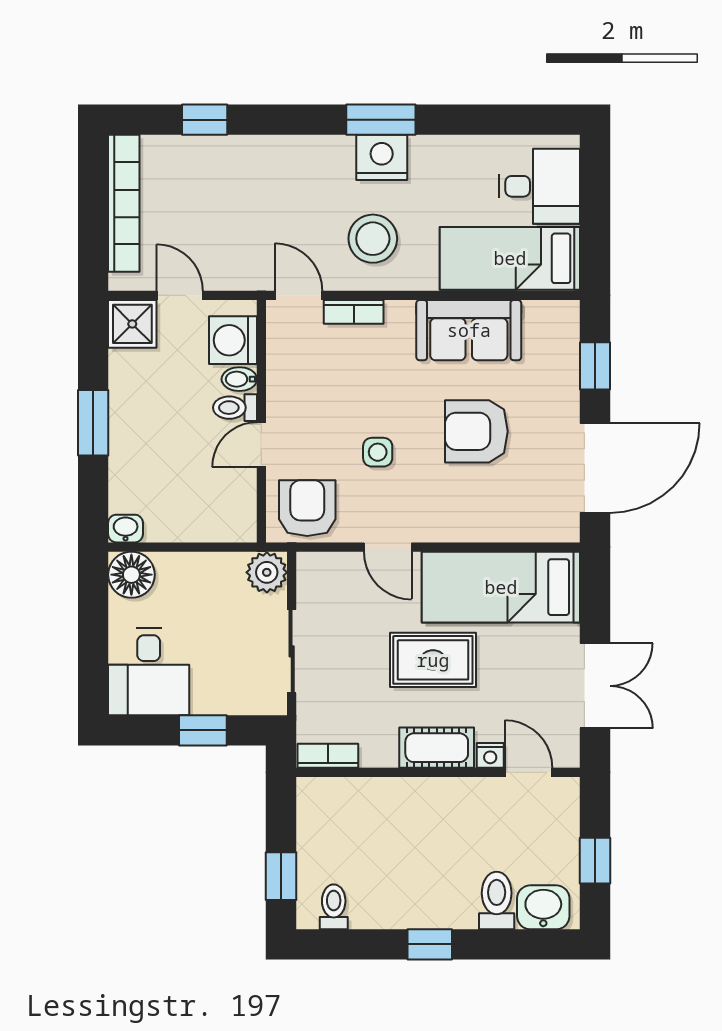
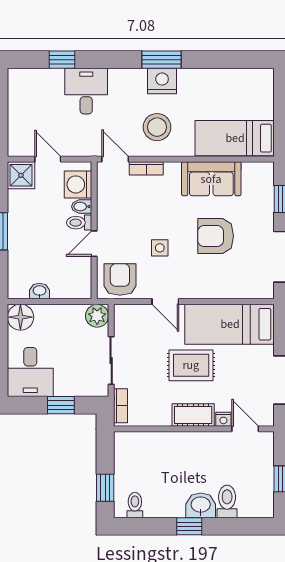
desk: (539, 186) -> (86, 91), moved, turned -90
bookcase: (124, 203) -> (16, 107), removed
washbasin: (126, 529) -> (39, 291), moved
bookcase: (328, 756) -> (120, 406), moved, turned 90
washbasin: (543, 907) -> (201, 505), moved

